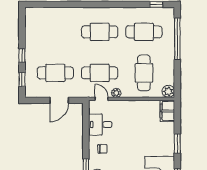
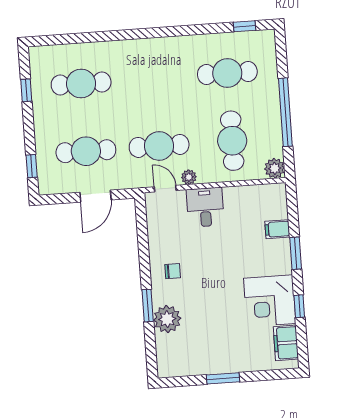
cafe table: (100, 32) -> (81, 83), moved
window: (177, 39) -> (285, 112), moved
window: (22, 55) -> (26, 90), moved
filing cabinet: (167, 111) -> (277, 229), moved, width x0.50
desk: (100, 124) -> (205, 207), moved, turned 90

